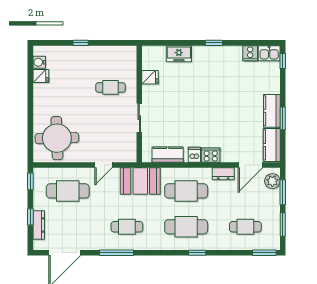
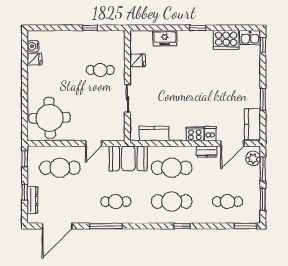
window: (81, 43) -> (90, 28), moved
cooker: (250, 53) -> (226, 40), width x1.87, depth x1.31
kitchen counter: (272, 111) -> (252, 92), removed
dishwasher: (194, 155) -> (210, 134), moved

